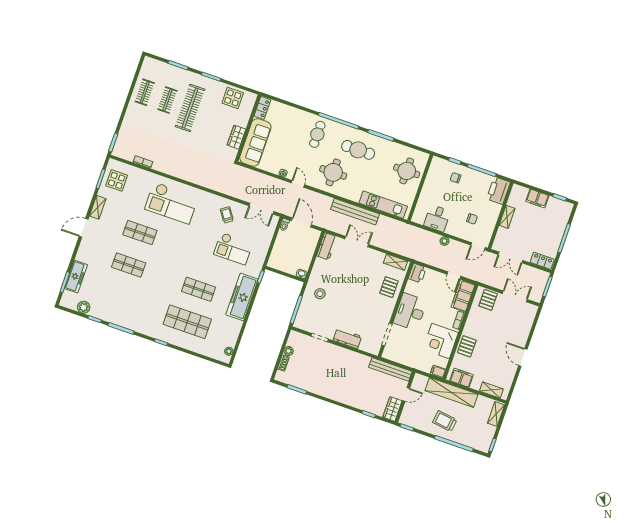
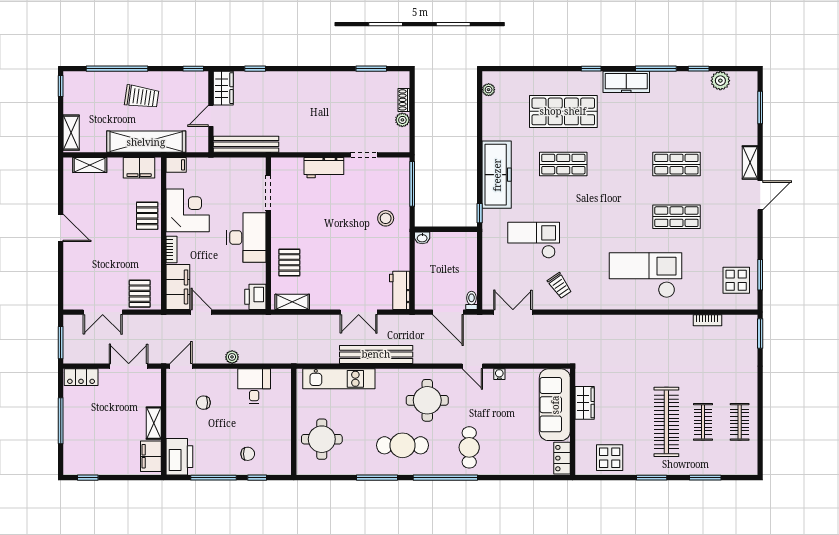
filing cabinet: (537, 198) -> (151, 456), moved, turned -90
shelving: (98, 207) -> (750, 162), moved
freezer: (76, 277) -> (626, 82), moved, turned -90

